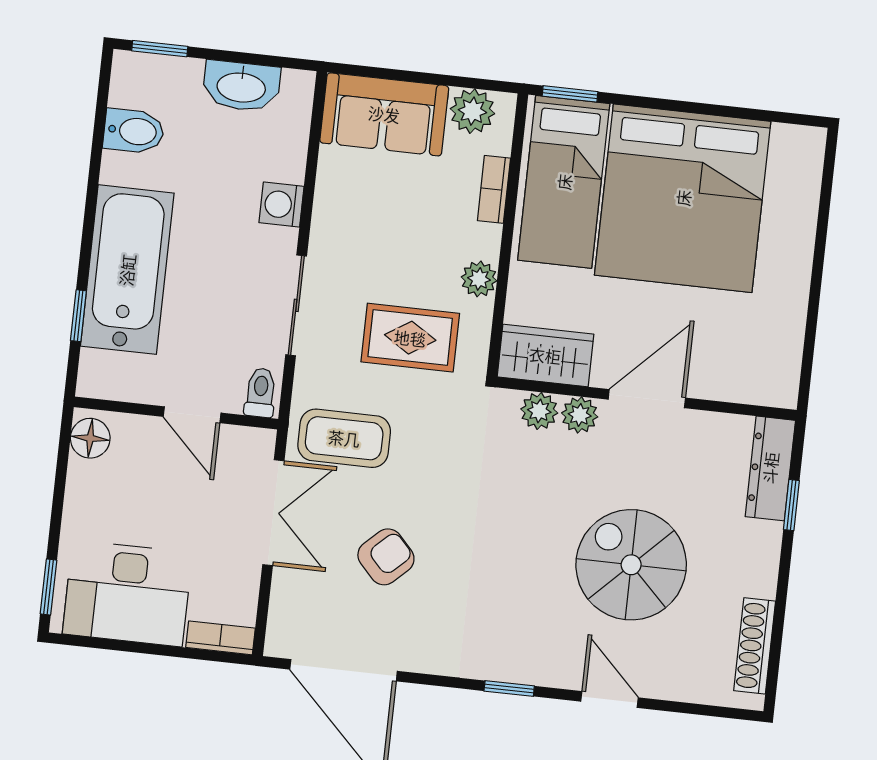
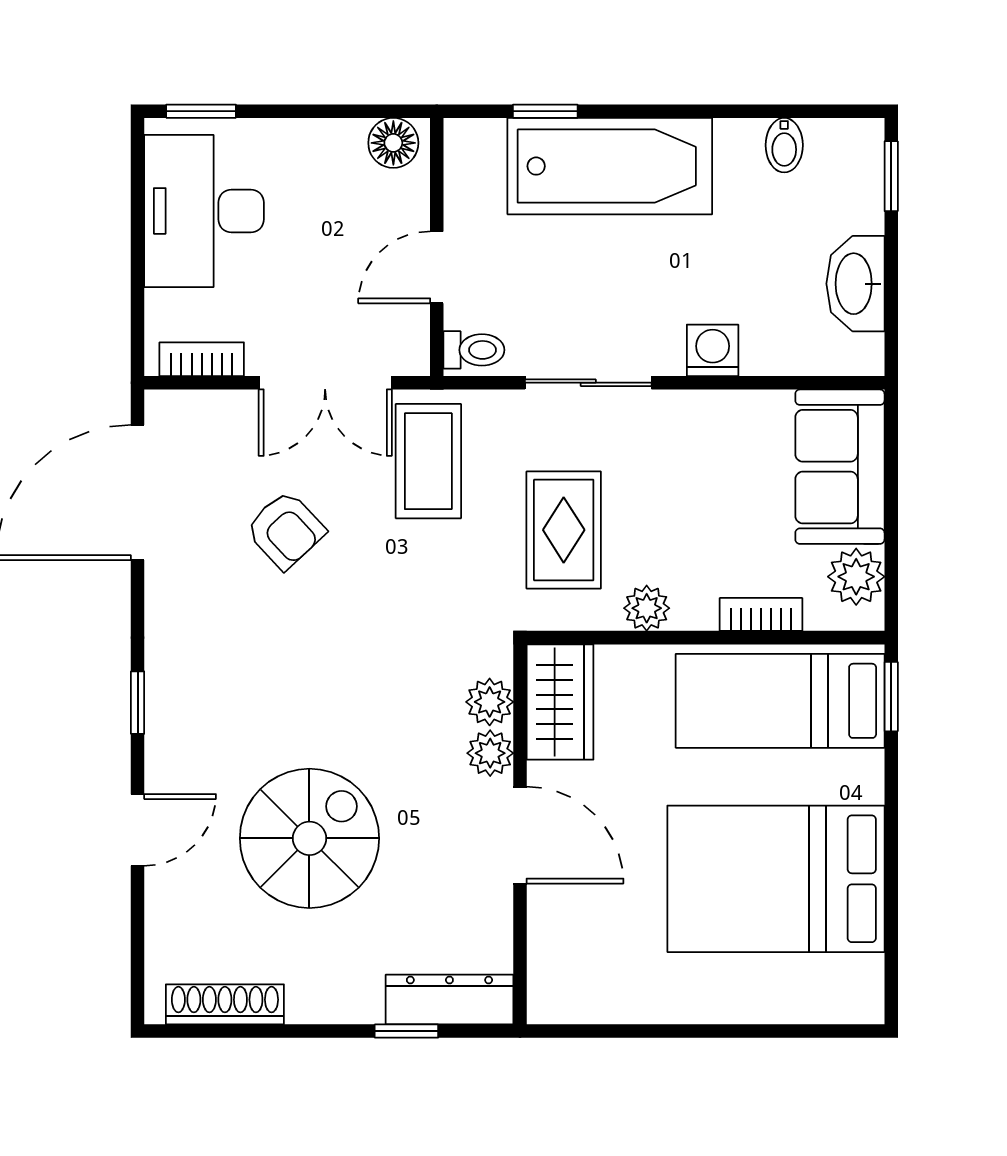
bidet: (134, 131) -> (784, 145), width x0.72, depth x0.74
bed: (683, 198) -> (776, 879), width x0.73
bookcase: (220, 638) -> (202, 359), moved, turned -90

